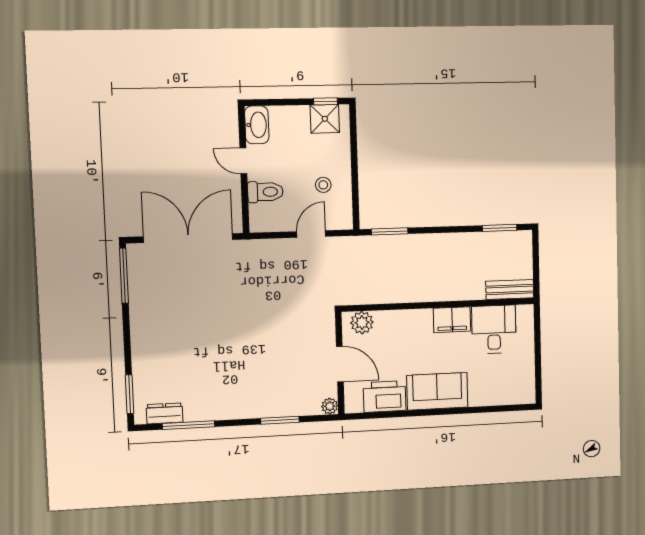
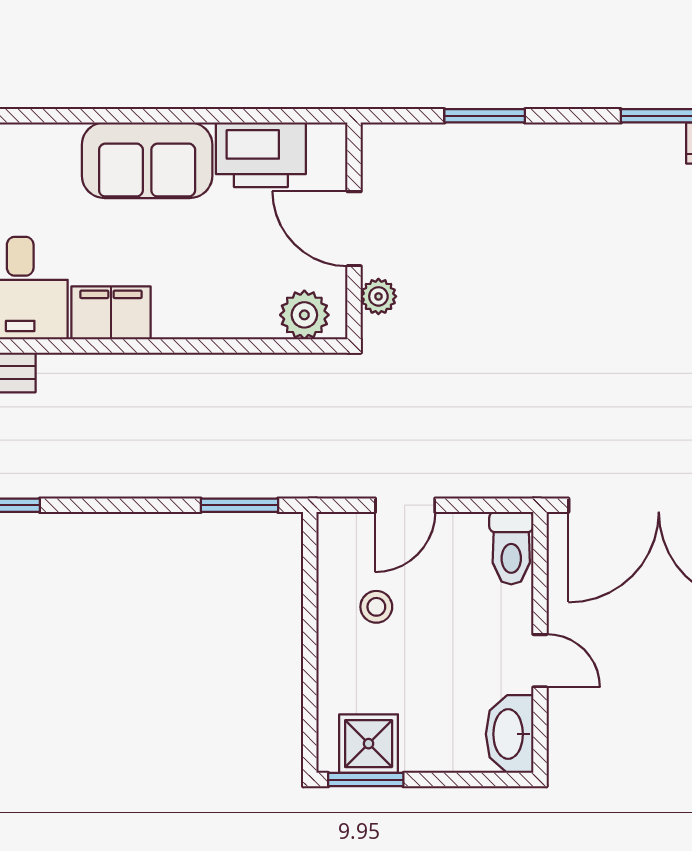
window: (326, 101) -> (366, 780), width x1.50
toilet: (265, 192) -> (511, 548), moved, turned -90
plant: (330, 406) -> (378, 296), moved

